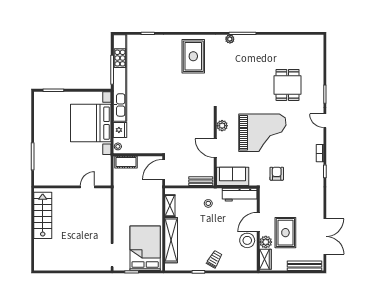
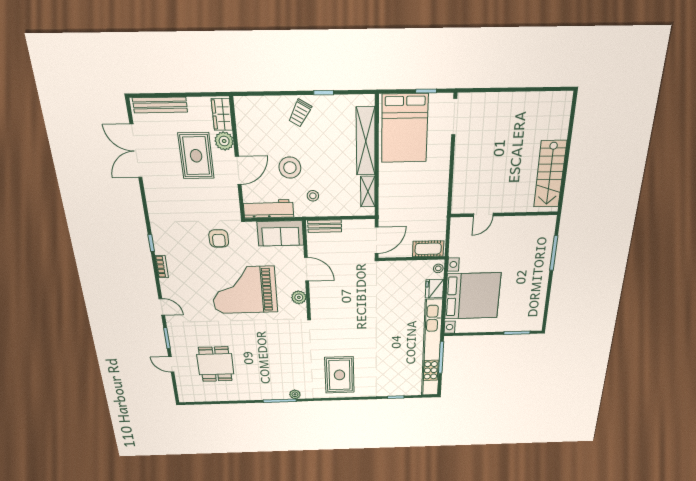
door: (325, 71) -> (171, 364), added
dining table: (288, 85) -> (215, 364), moved
stool: (247, 240) -> (290, 168), moved

